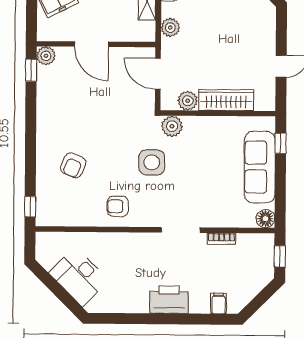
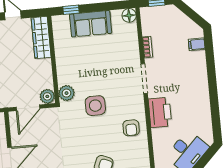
wardrobe: (226, 100) -> (41, 38), moved
plant: (188, 101) -> (47, 96), moved
sofa: (260, 167) -> (91, 24), width x0.73
printer: (169, 300) -> (160, 112), moved, turned 180

